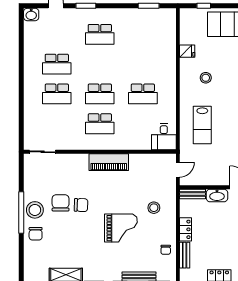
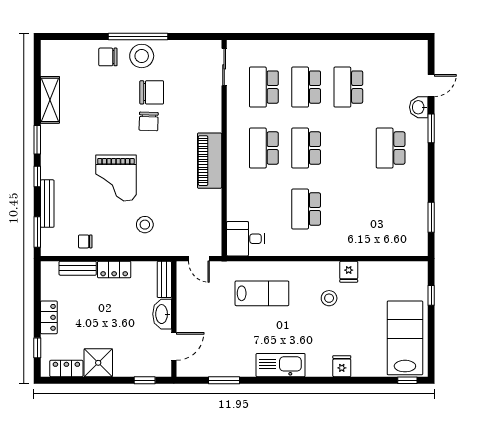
washbasin: (31, 14) -> (419, 107), moved
fridge: (187, 51) -> (349, 272), moved
school desk: (57, 124) -> (264, 87), added
lab bench: (202, 125) -> (262, 293), turned 180

